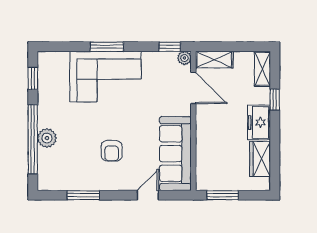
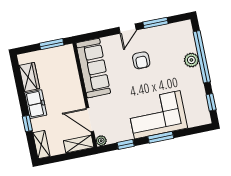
window: (170, 47) -> (126, 144), moved
armchair: (112, 151) -> (141, 60), turned 180
door: (148, 195) -> (128, 29), moved

